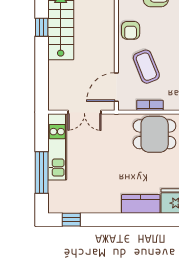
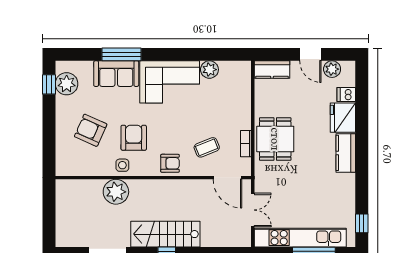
coffee table: (146, 67) -> (207, 147), width x0.73, depth x0.77
kitchen unit: (57, 147) -> (300, 238), width x1.36

